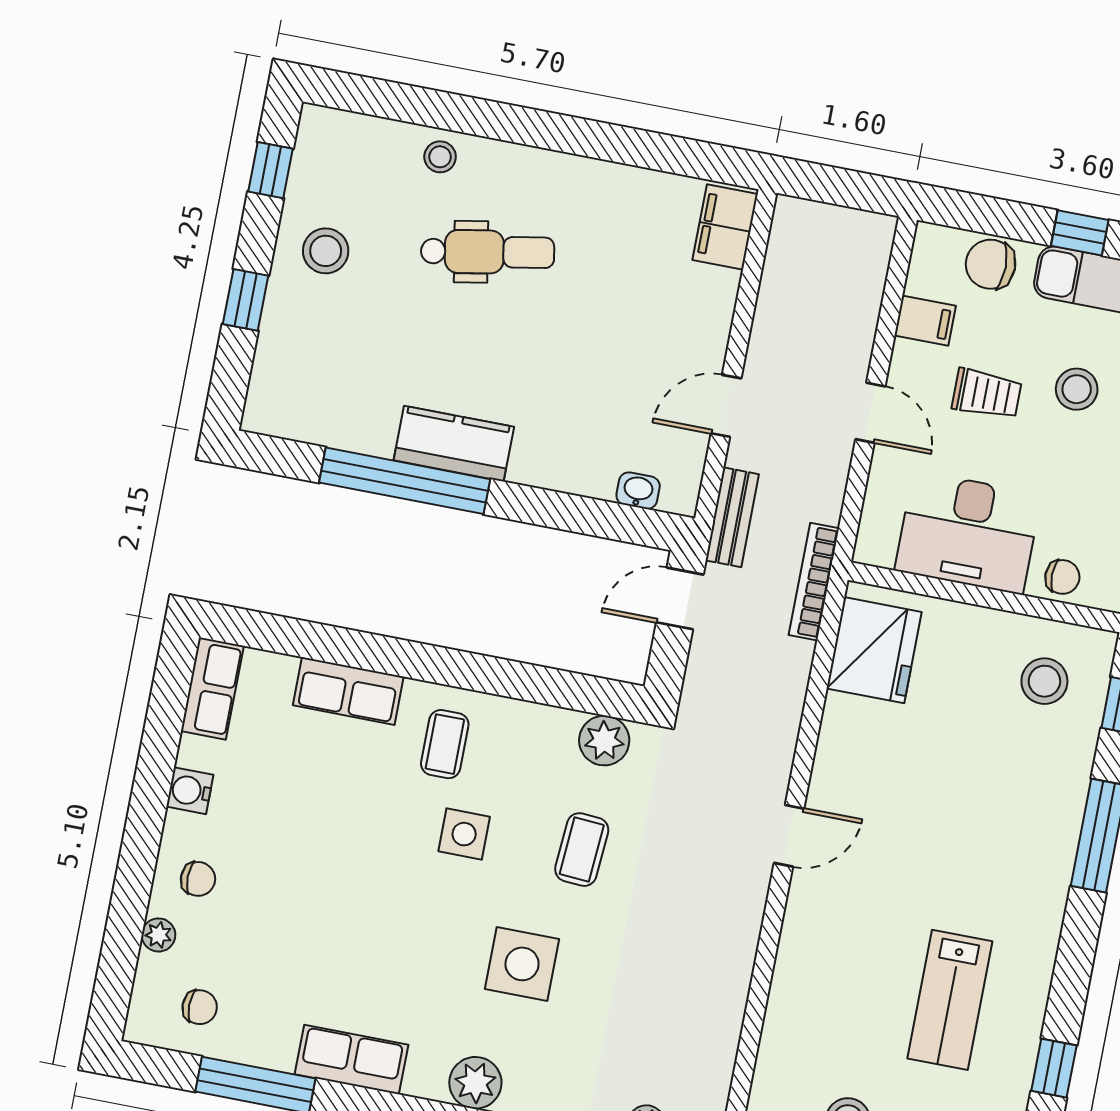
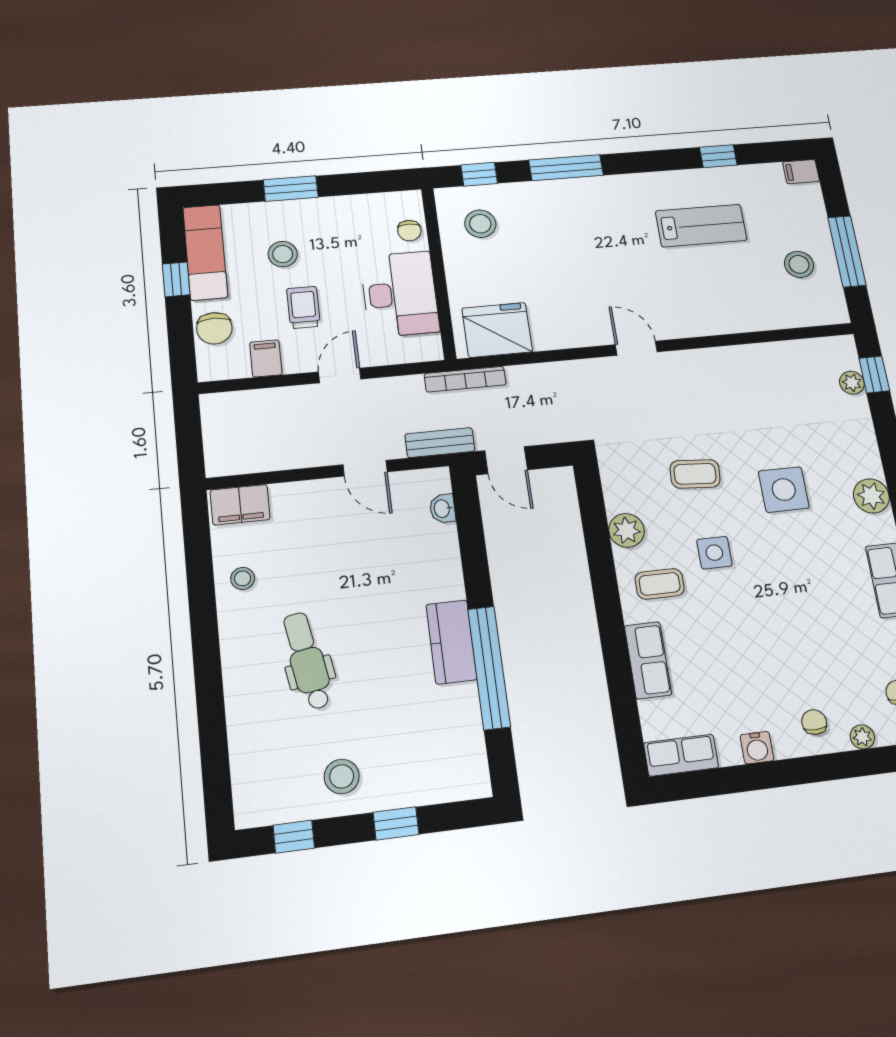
stool: (440, 157) -> (243, 578), moved
chair: (1062, 577) -> (409, 231), turned 180
plant: (604, 741) -> (627, 530), moved

